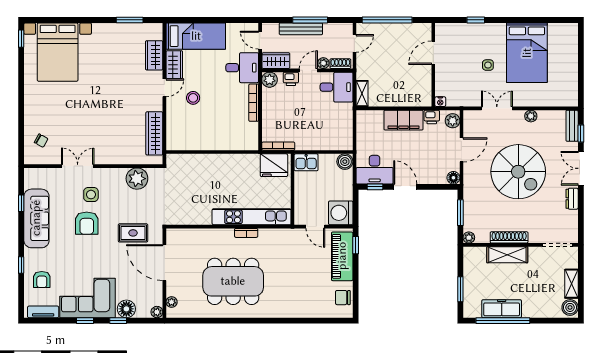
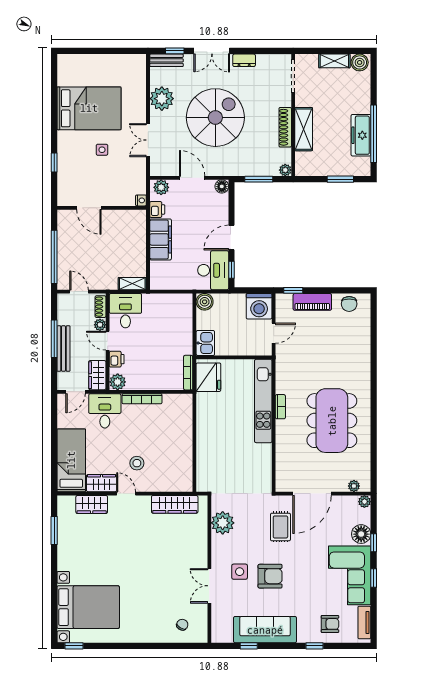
plant: (531, 116) -> (162, 99), width x1.87, depth x1.87
piano: (342, 256) -> (312, 302), width x0.73, depth x0.75

